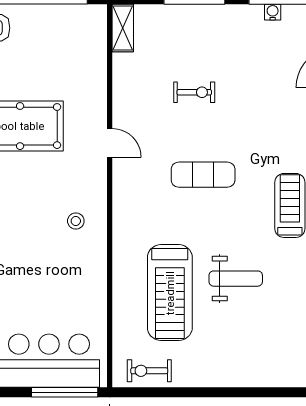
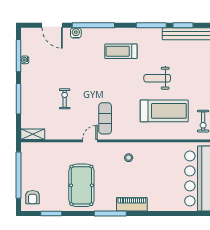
exercise mat: (203, 175) -> (105, 118), moved
weight bench: (236, 279) -> (157, 78), turned -90

